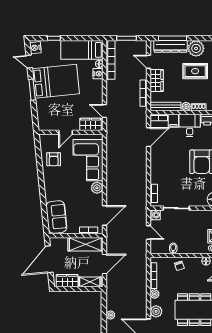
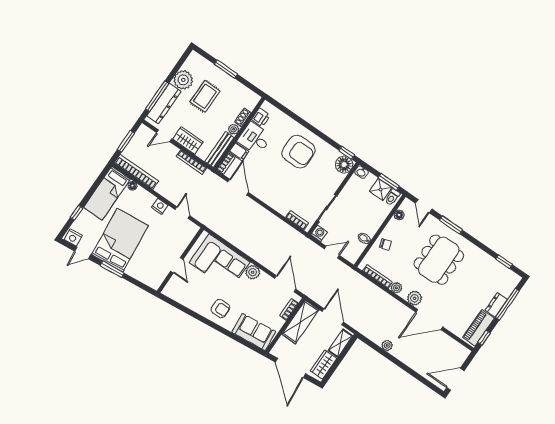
nightstand: (98, 74) -> (160, 206), moved
door: (104, 111) -> (182, 213), swing flipped
wardrobe: (91, 124) -> (186, 235), removed
armchair: (54, 159) -> (221, 309), moved

